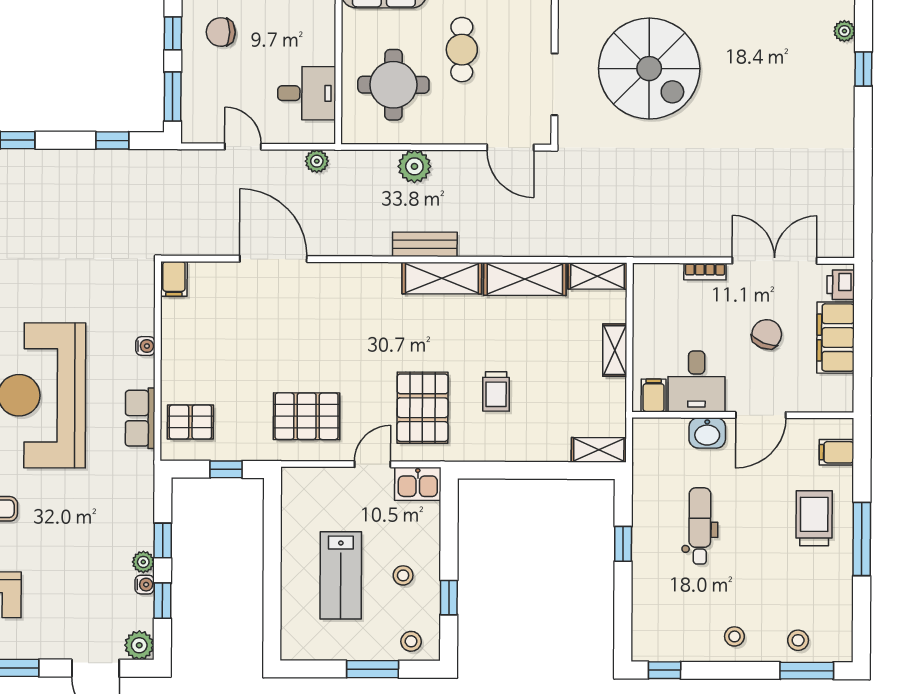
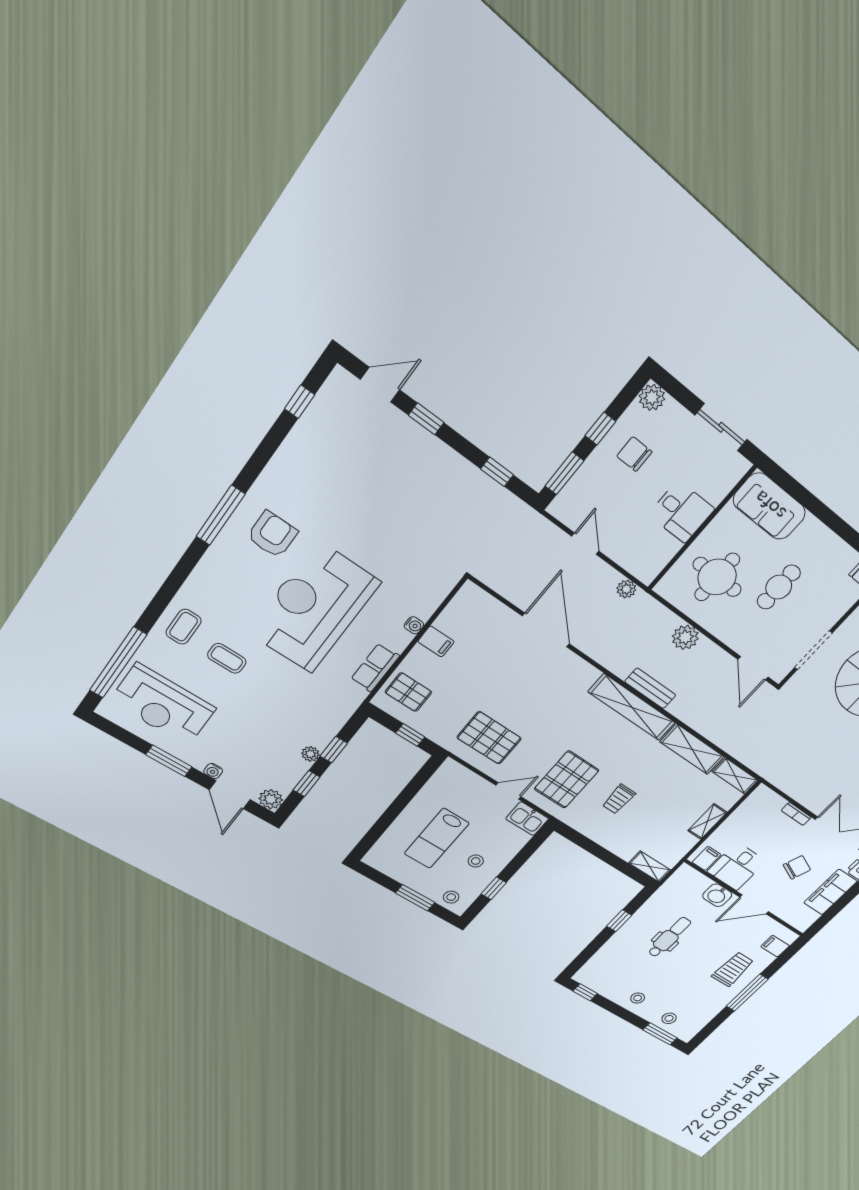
desk: (307, 93) -> (681, 512), moved
shelving: (442, 278) -> (632, 707), width x1.47
filing cabinet: (174, 279) -> (436, 642), moved, turned -90
water cooler: (145, 585) -> (213, 771), moved, turned 90

